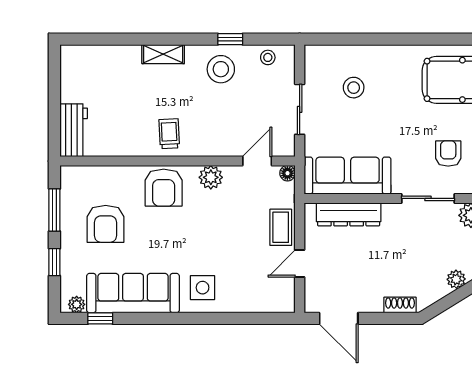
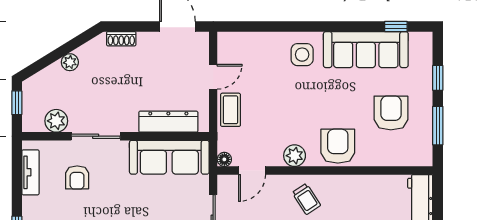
trolley: (169, 134) -> (306, 199), moved, turned -30
plant: (77, 304) -> (417, 39), removed

